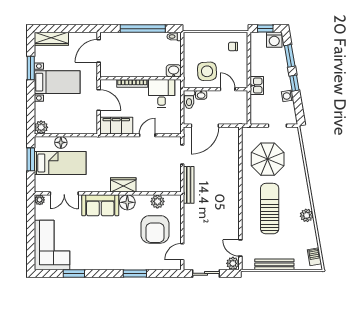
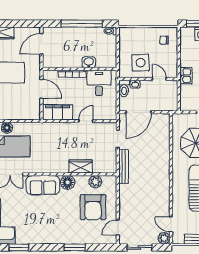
washbasin: (174, 71) -> (89, 62), moved
wardrobe: (123, 185) -> (81, 166), moved

